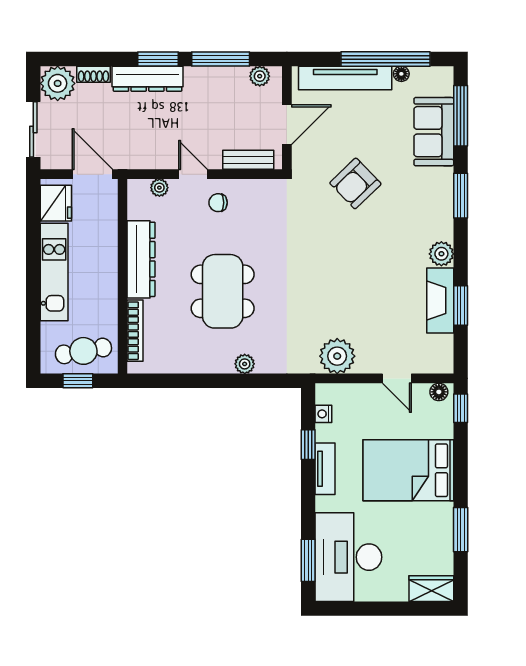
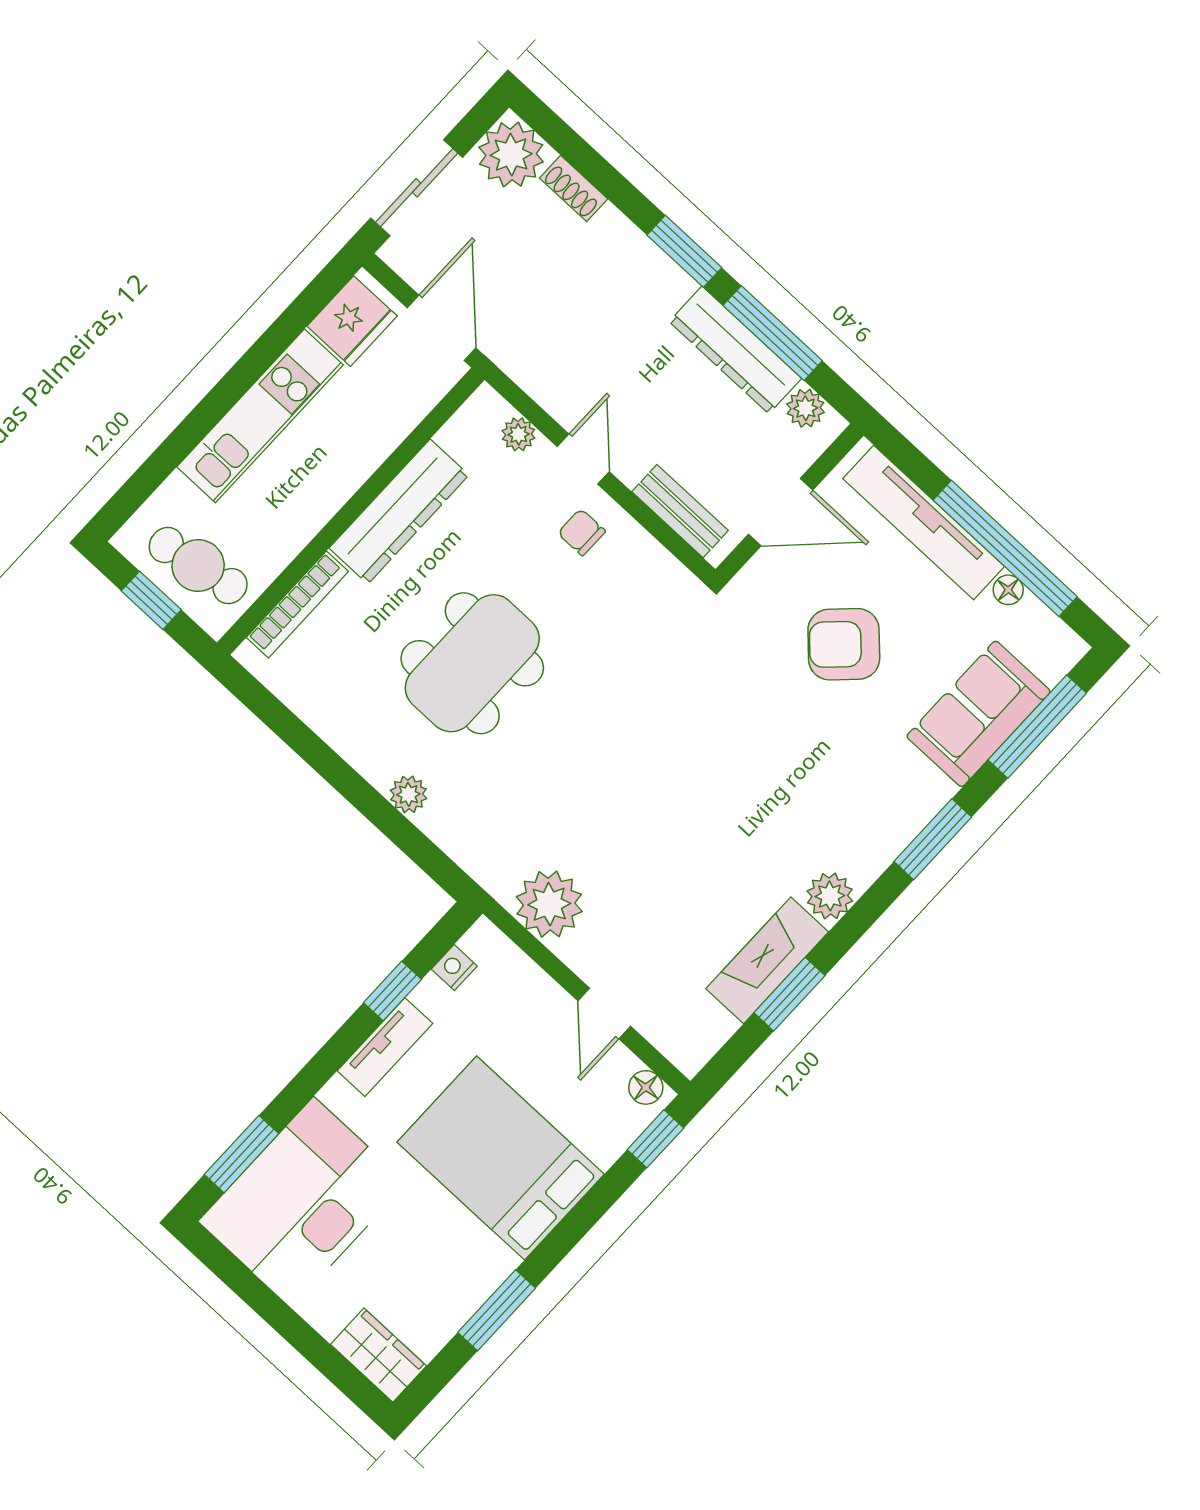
dresser: (148, 79) -> (735, 350), moved
armchair: (355, 183) -> (844, 644), moved

